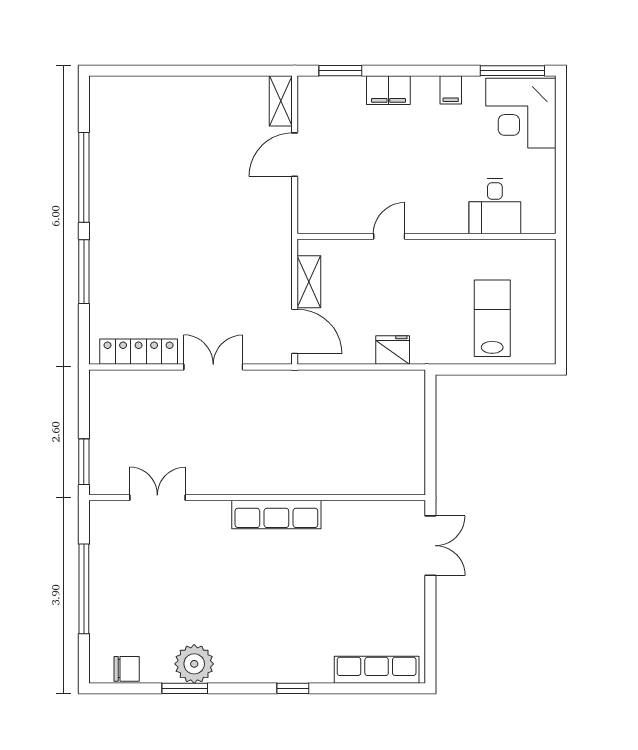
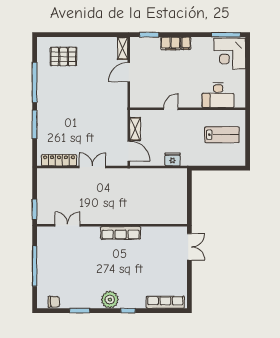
filing cabinet: (451, 90) -> (186, 43), moved
pallet: (148, 120) -> (63, 57), added
desk: (495, 206) -> (218, 95), width x1.37
lab bench: (492, 318) -> (222, 135), moved, turned 90
plant: (194, 664) -> (110, 300), moved

